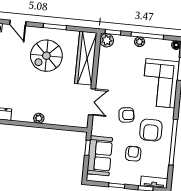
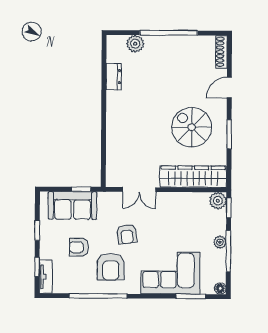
plant: (39, 118) -> (112, 125), removed
armchair: (151, 130) -> (111, 267), turned -90
armchair: (133, 154) -> (79, 247), turned 180

